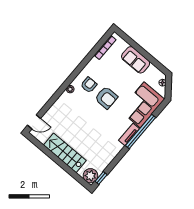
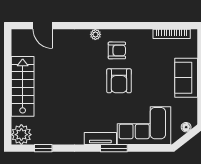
door: (34, 122) -> (43, 26), moved
window: (141, 132) -> (114, 148), width x0.47
window: (101, 178) -> (43, 148), moved

